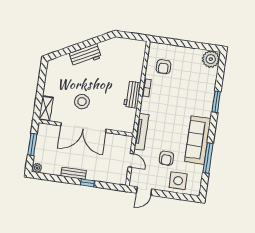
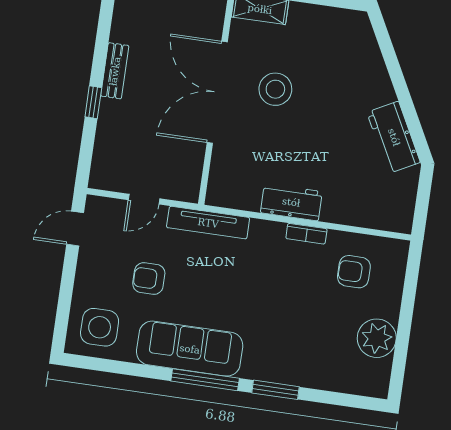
workbench: (85, 55) -> (394, 137), moved
plant: (211, 59) -> (377, 338), moved
window: (208, 158) -> (205, 380), moved
side table: (178, 181) -> (100, 327), moved
door: (144, 191) -> (75, 229), hinge flipped

